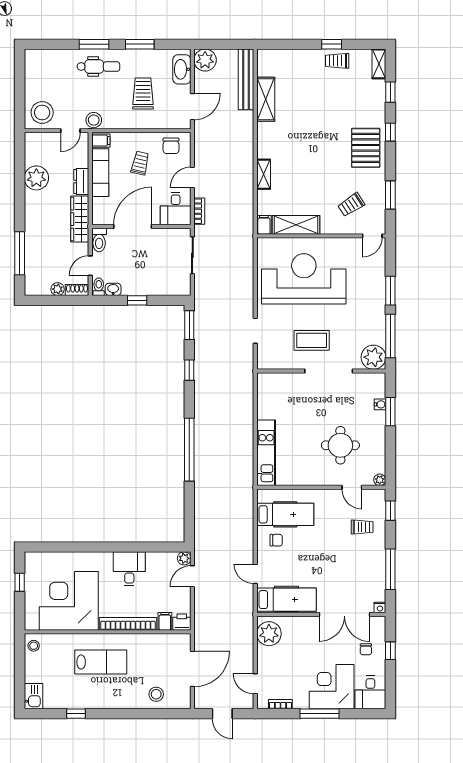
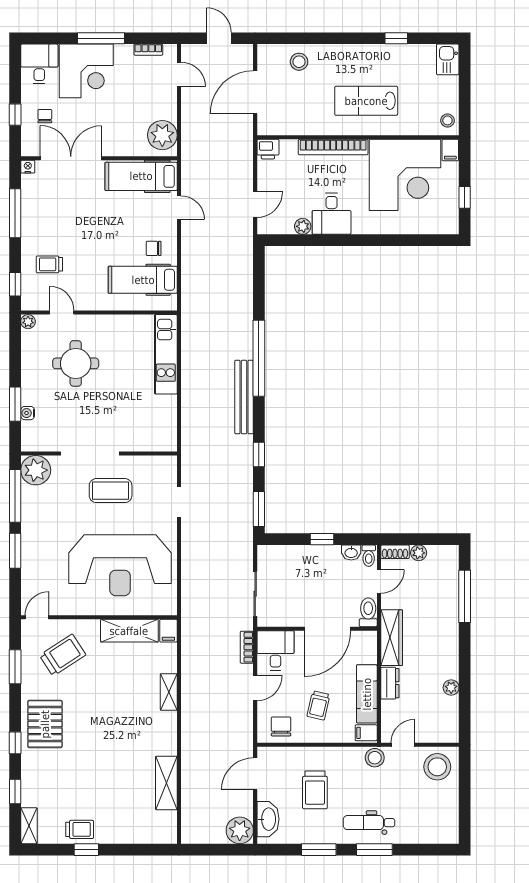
bench: (246, 79) -> (244, 397), moved
plant: (36, 178) -> (451, 688), width x0.53, depth x0.53
trolley: (351, 205) -> (63, 655), width x1.36, depth x1.39
plant: (184, 558) -> (303, 226), moved
filing cabinet: (165, 621) -> (450, 150), moved

